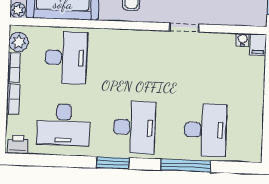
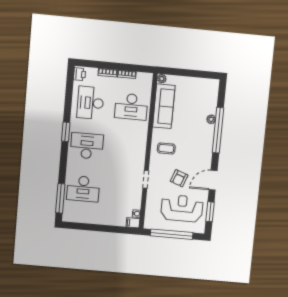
plant: (19, 42) -> (142, 78), removed
desk: (134, 127) -> (87, 146), turned 180
window: (186, 166) -> (60, 198), moved

